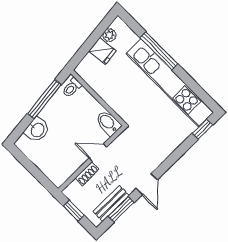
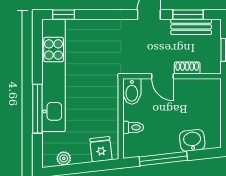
fridge: (102, 51) -> (101, 149), moved
toilet: (72, 88) -> (133, 127), moved

